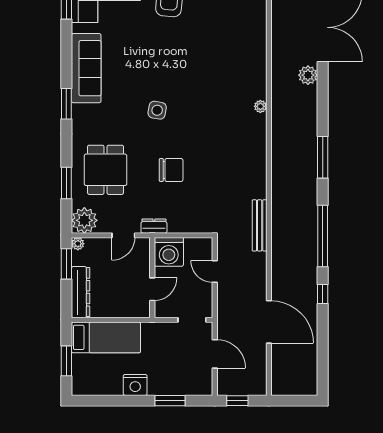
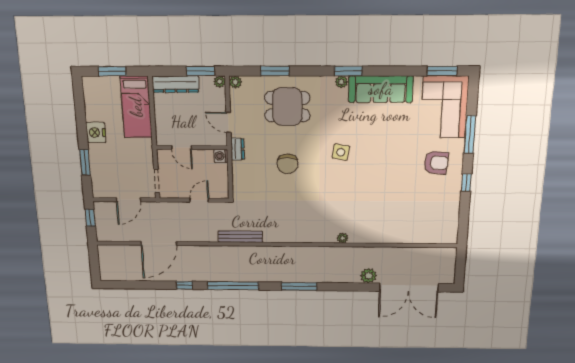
plant: (78, 111) -> (341, 82), added
plant: (84, 220) -> (235, 82), width x0.53, depth x0.53
washing machine: (169, 252) -> (221, 156), width x0.53, depth x0.53

